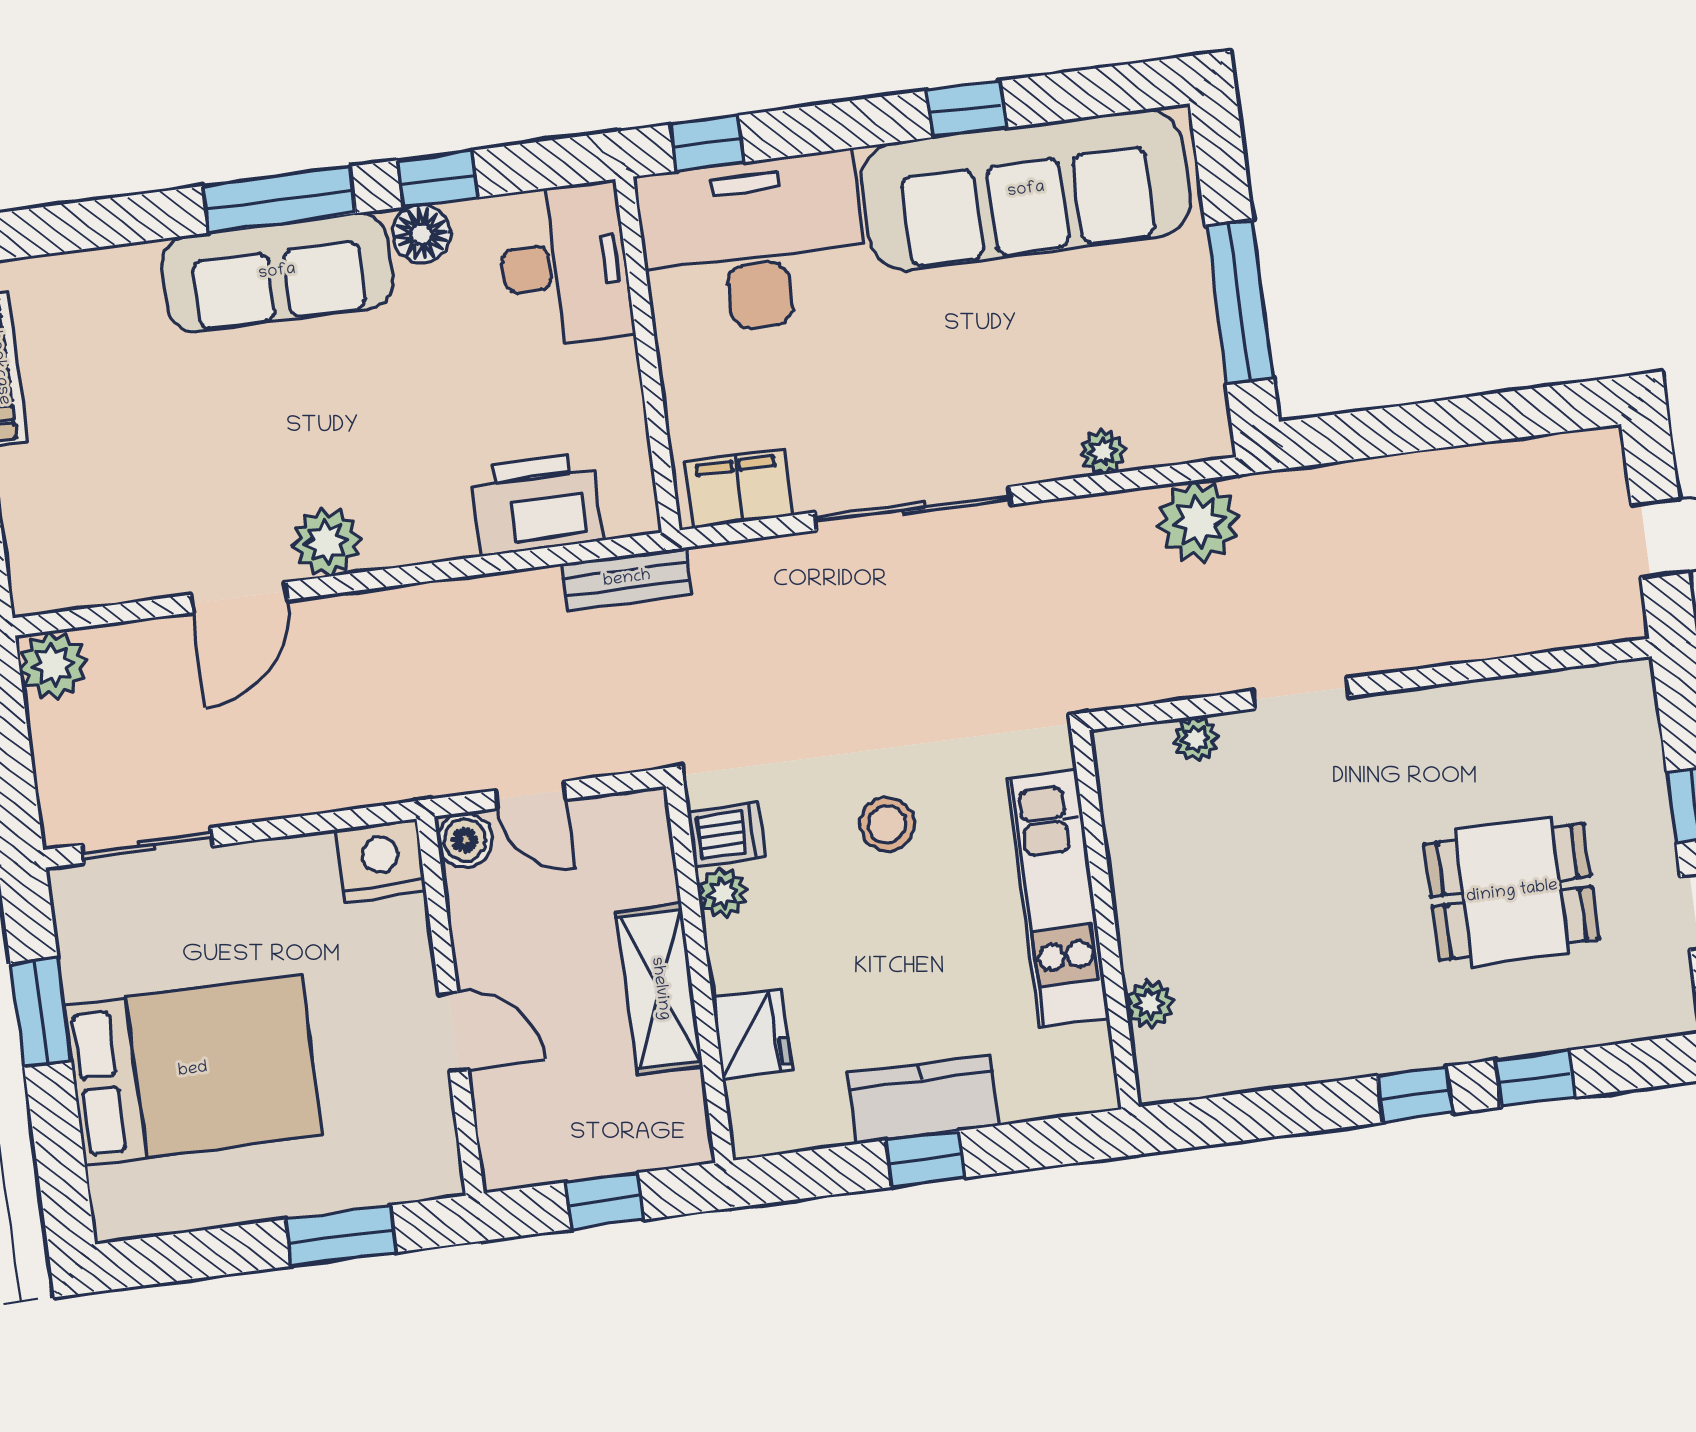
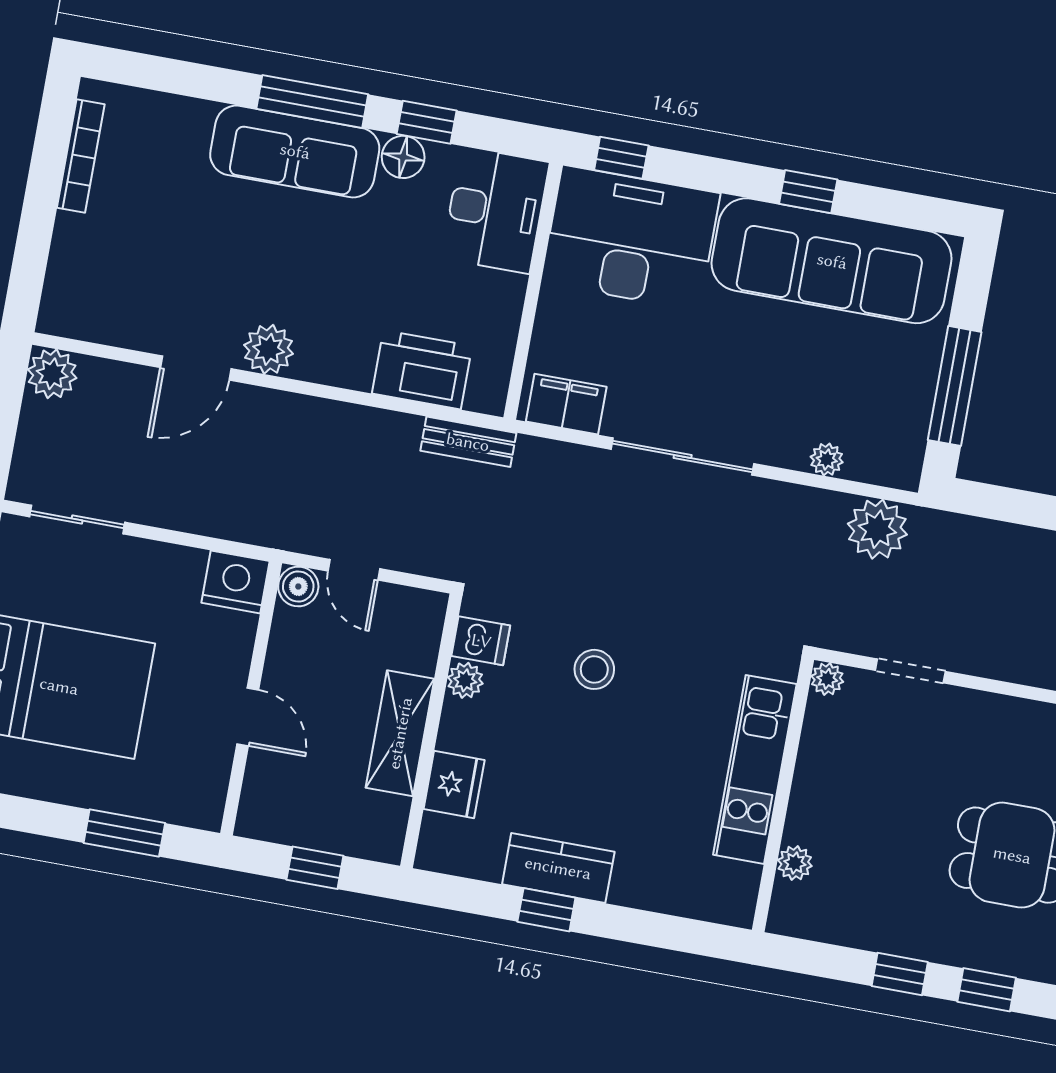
kitchen unit: (1058, 898) -> (755, 769), moved
wall: (1105, 920) -> (783, 795), moved
plant: (1149, 1004) -> (795, 863), moved

